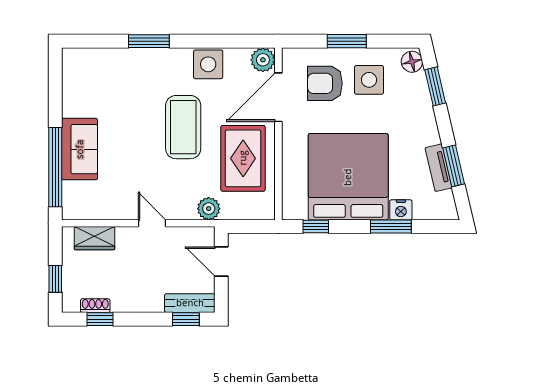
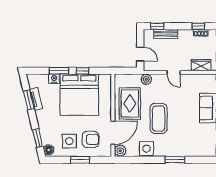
window: (316, 226) -> (82, 71), moved
bench: (190, 303) -> (166, 34), moved

